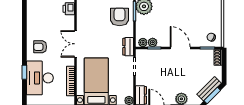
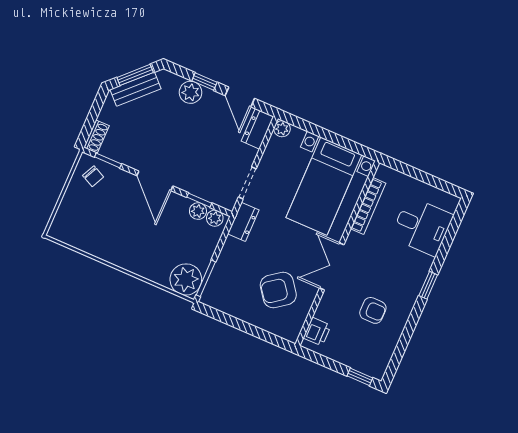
armchair: (120, 17) -> (278, 290), moved, turned 53
double door: (75, 44) -> (332, 266), swing flipped
armchair: (40, 47) -> (373, 310), moved
window: (24, 72) -> (428, 285), moved
desk: (40, 78) -> (422, 226), width x0.73

